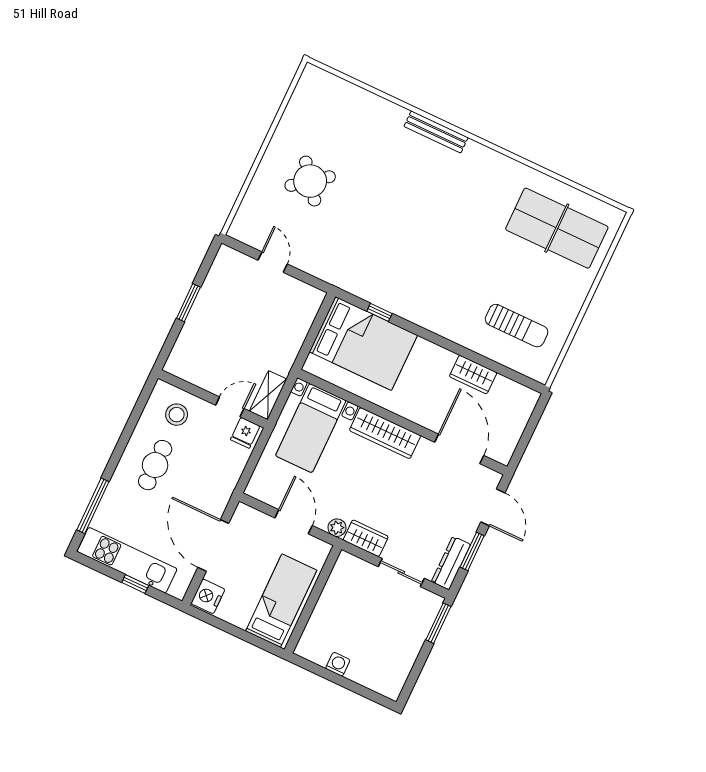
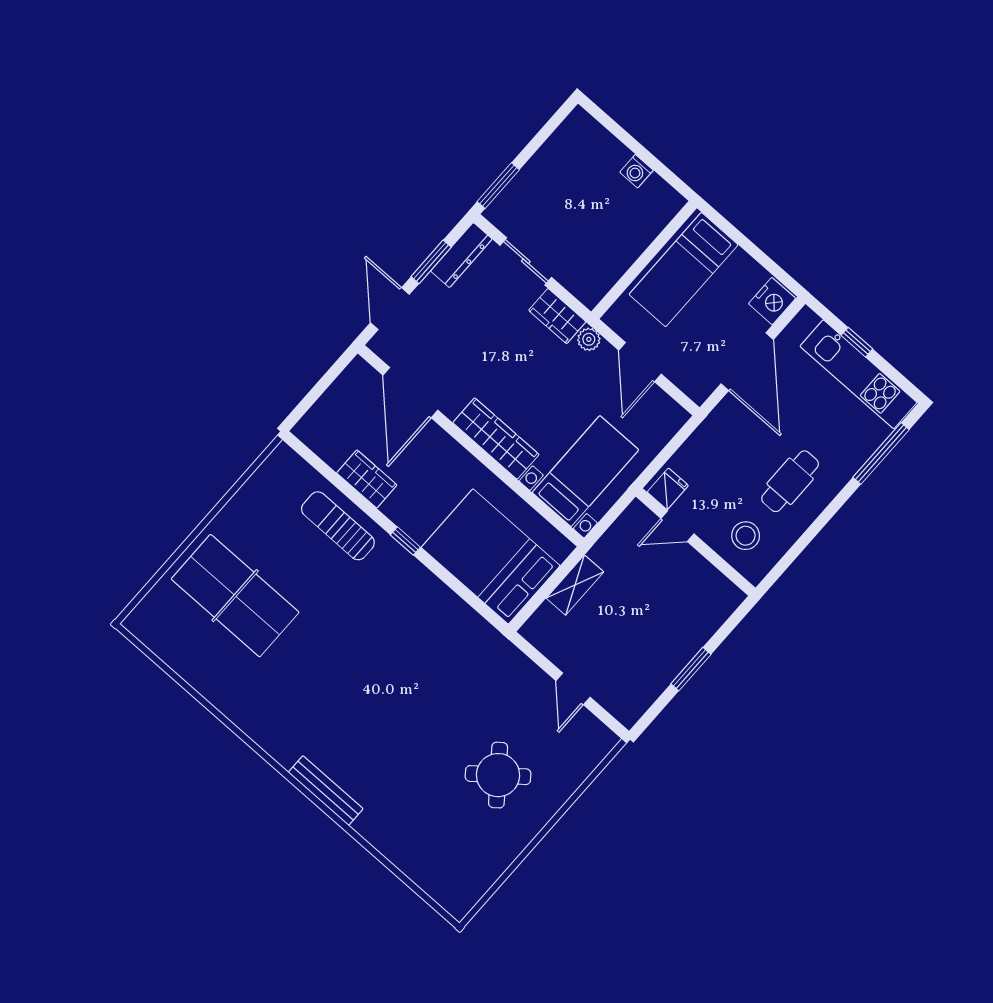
table tennis table: (557, 228) -> (235, 596), moved
window: (379, 312) -> (405, 541), moved
sun lounger: (517, 326) -> (338, 526), moved
shelving: (268, 395) -> (575, 585), moved

